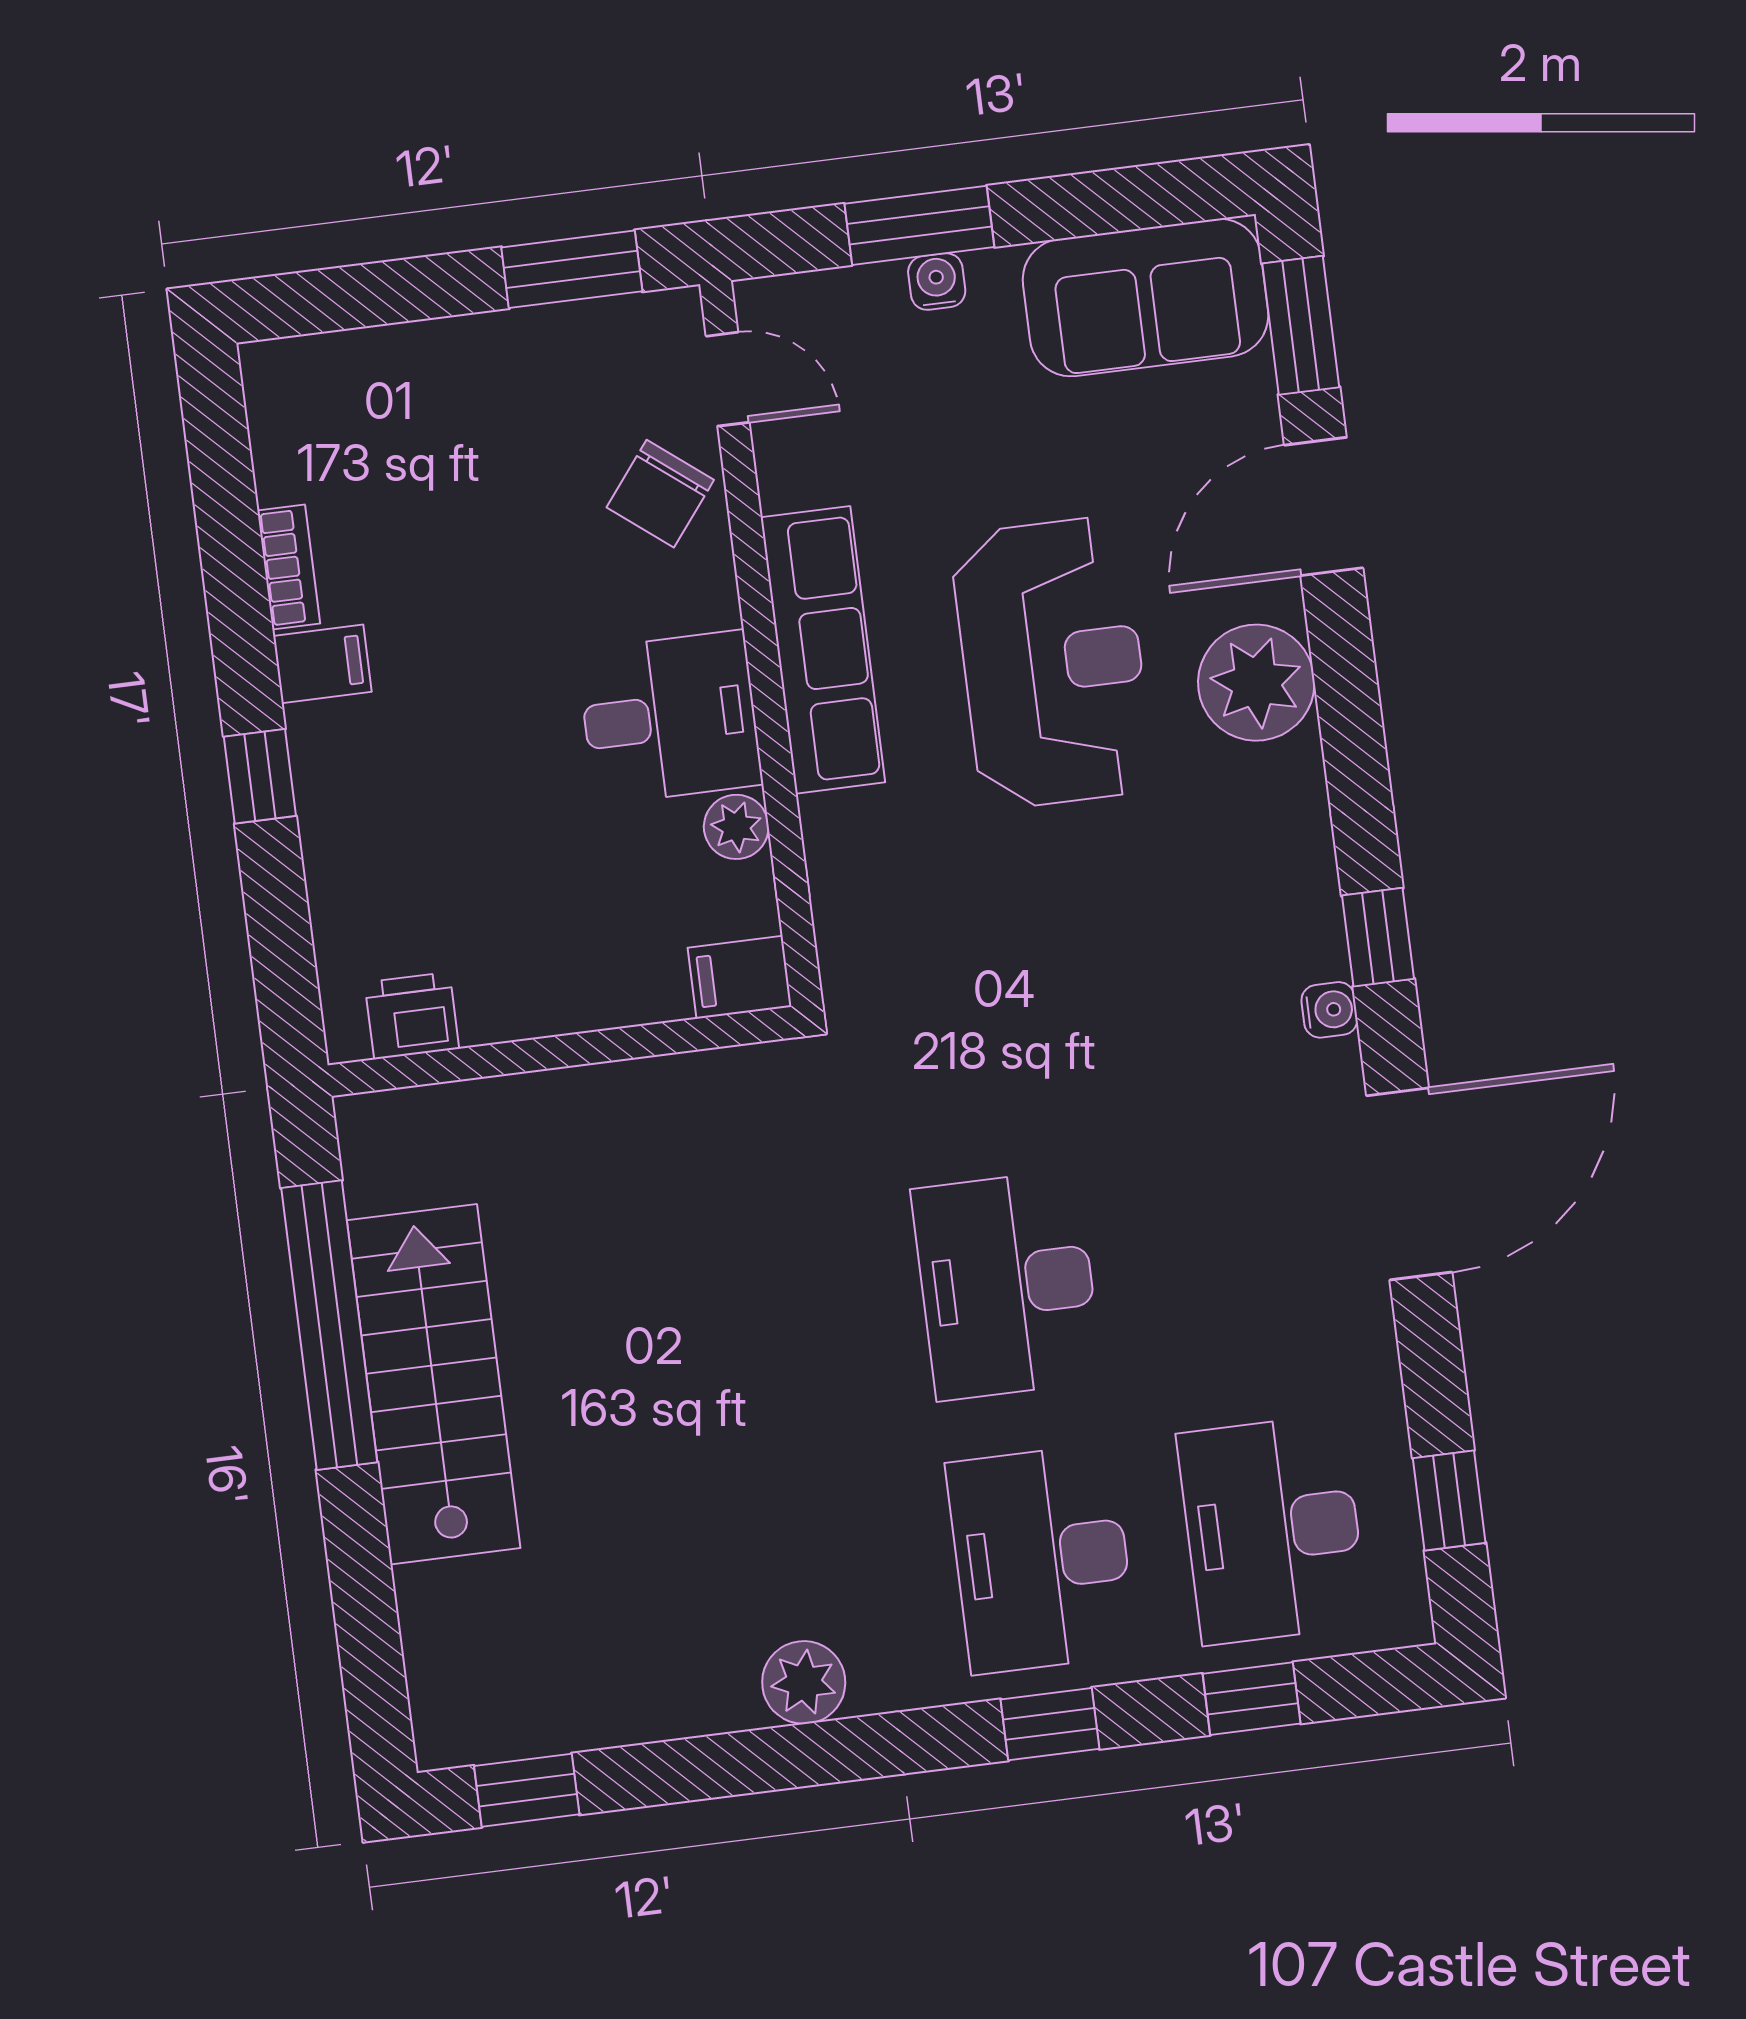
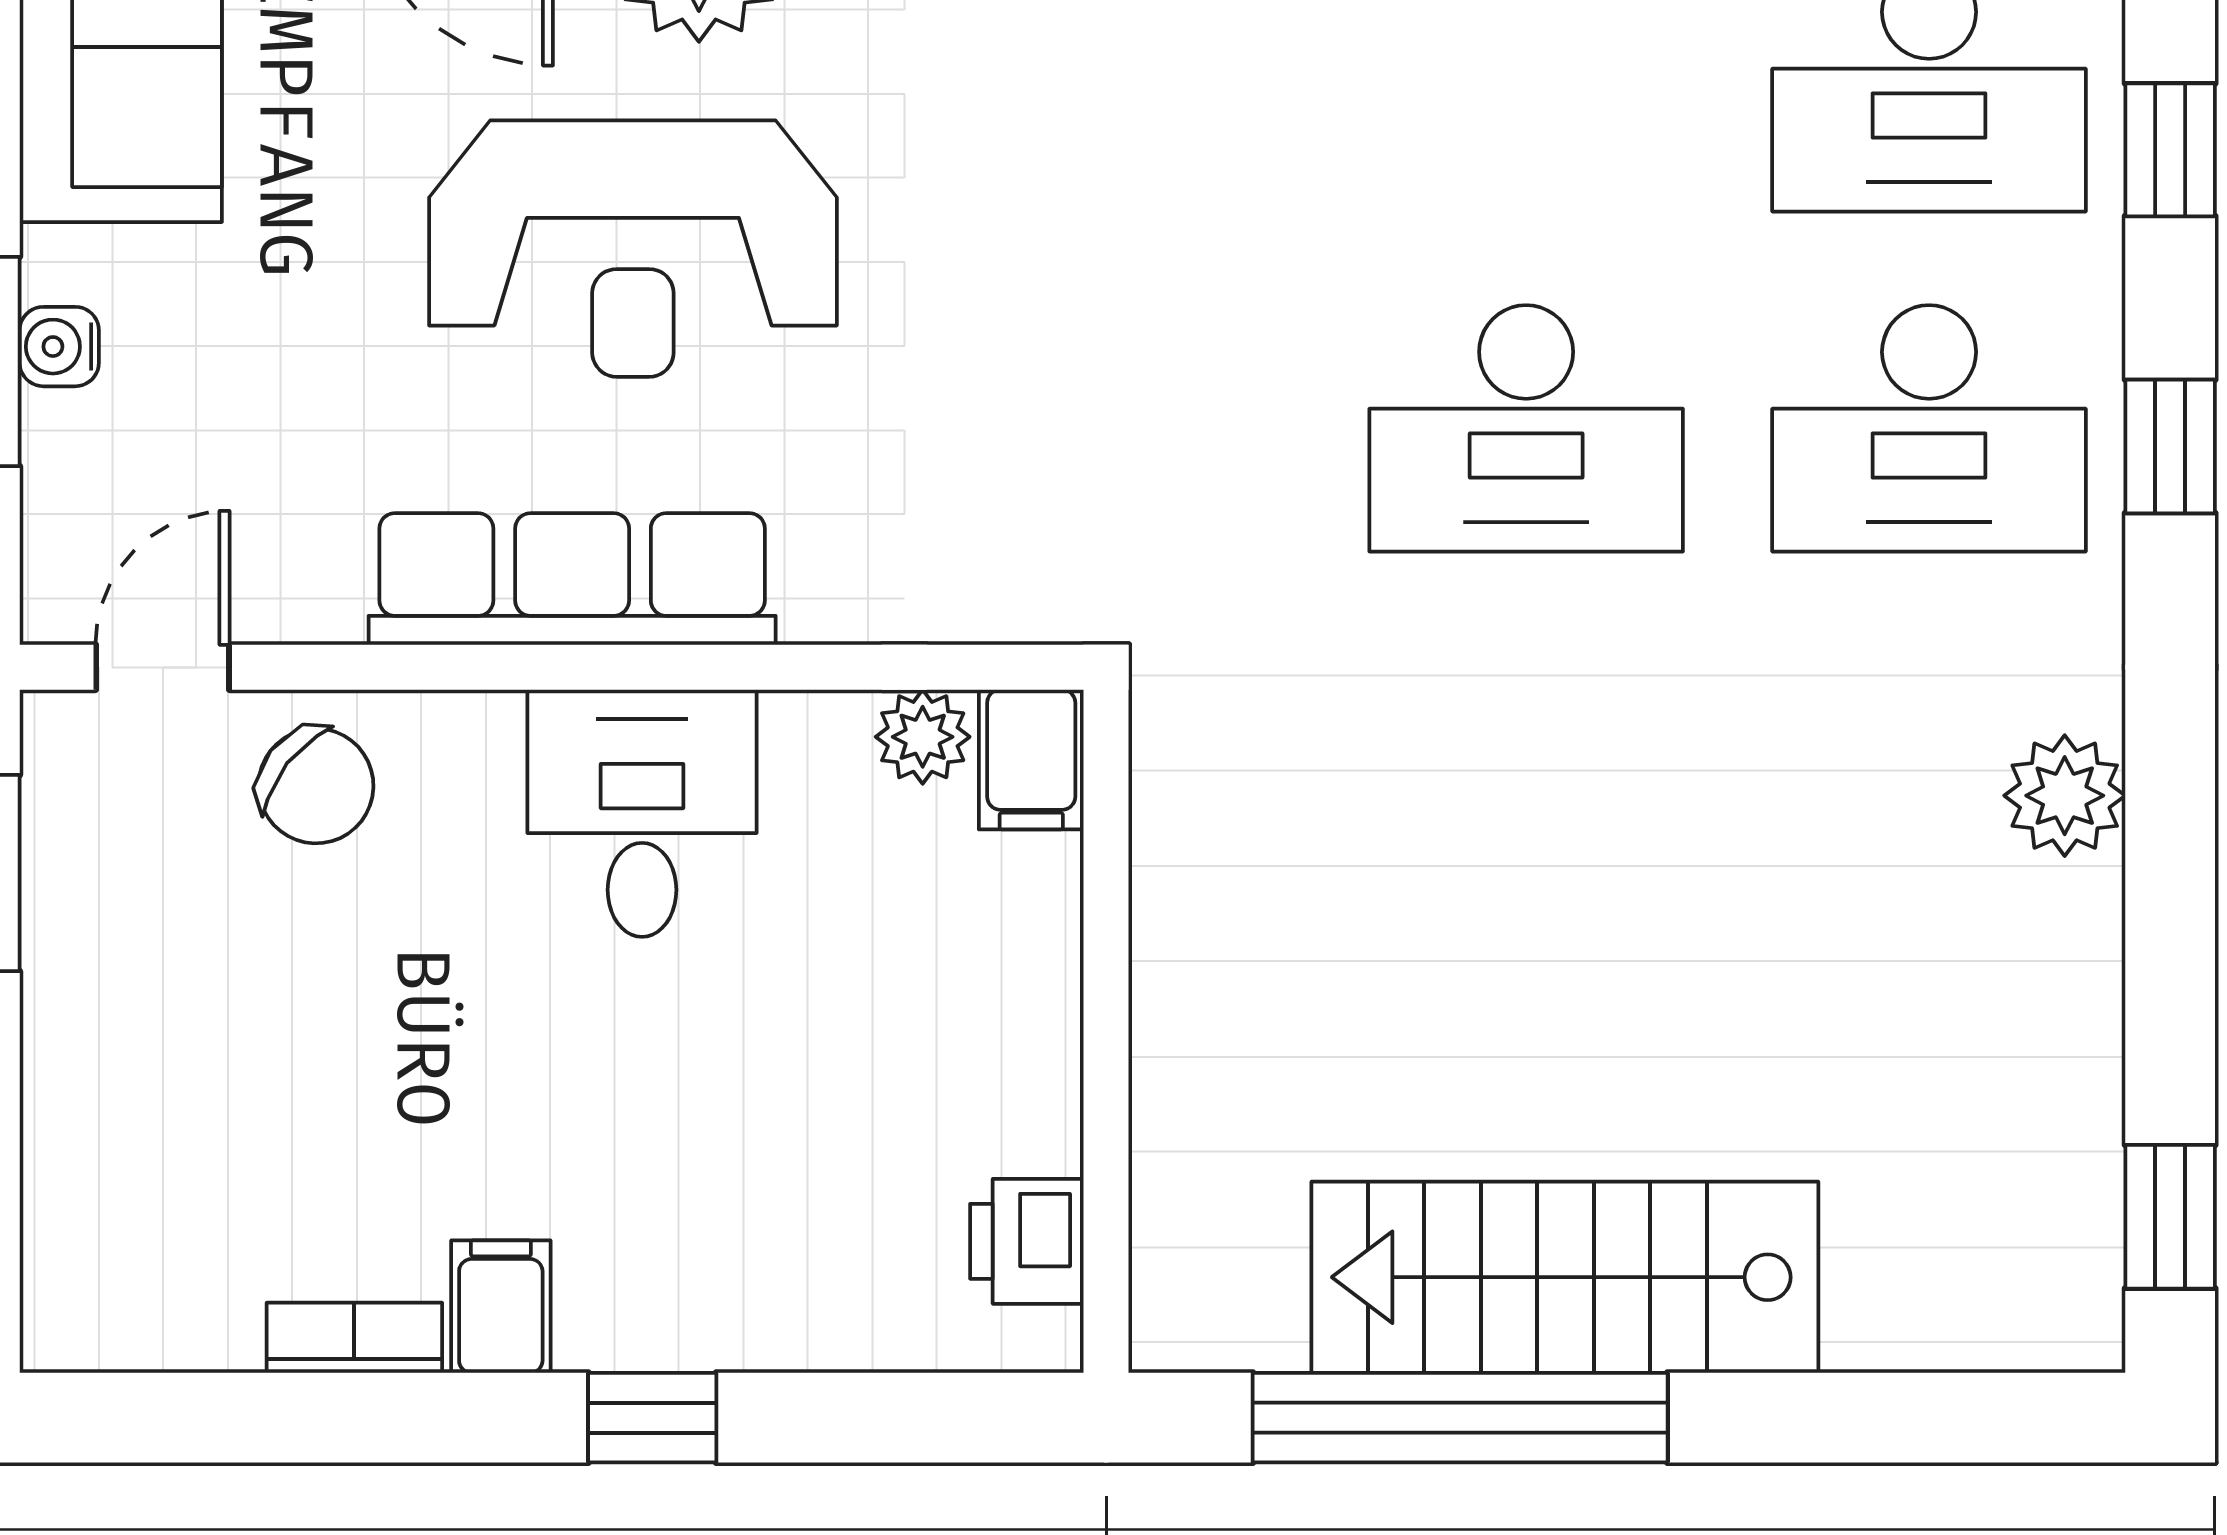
reception desk: (1053, 663) -> (633, 249), turned 180
plant: (736, 827) -> (923, 737), moved

